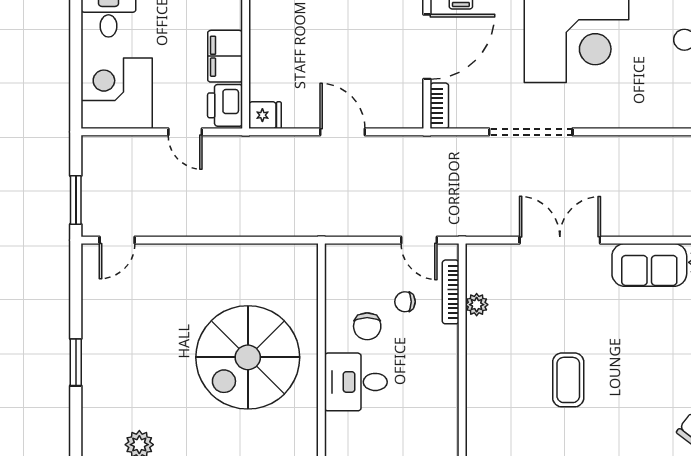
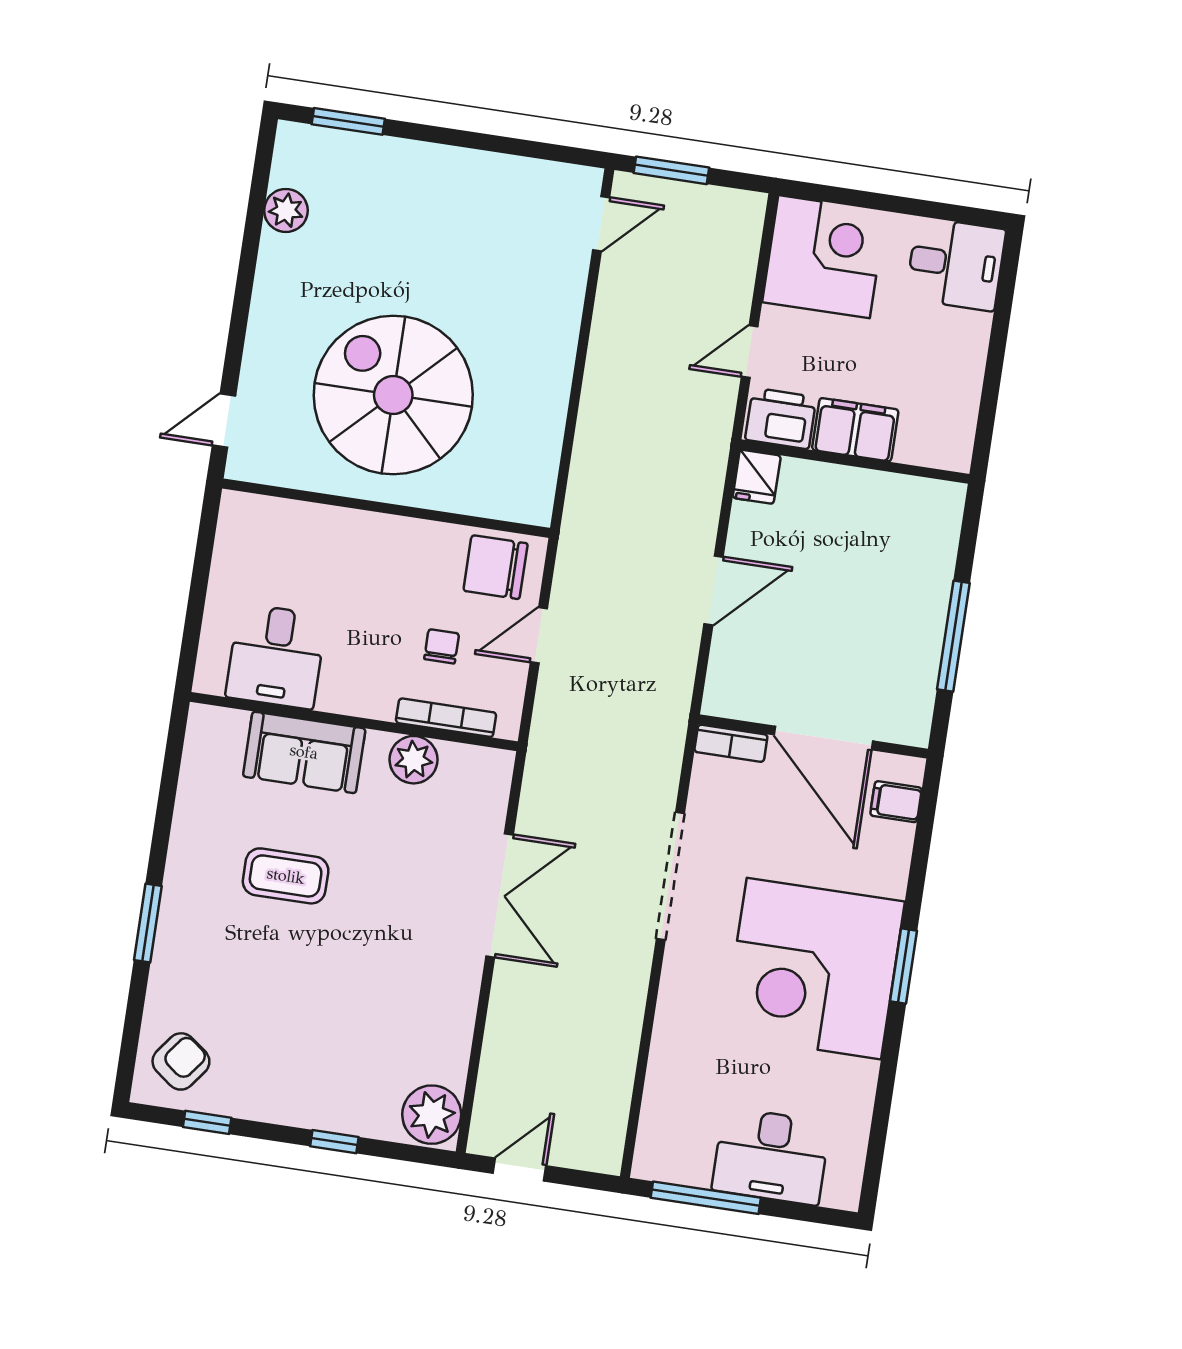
door: (117, 240) -> (601, 224), swing flipped
door: (419, 240) -> (539, 635), moved
sofa: (649, 265) -> (304, 752), moved, turned -90
plant: (477, 305) -> (414, 760), width x1.38, depth x1.38
chair: (367, 326) -> (496, 567), moved, width x1.37, depth x1.37
window: (76, 362) -> (348, 121), moved
desk: (356, 382) -> (276, 656), moved, turned 180

